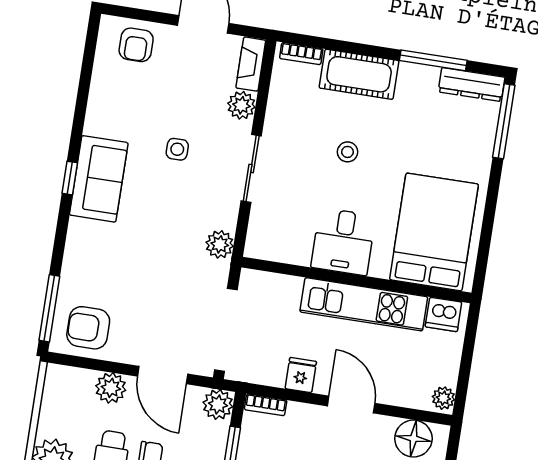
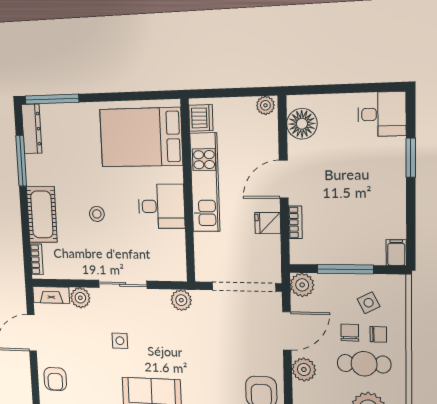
armchair: (136, 45) -> (55, 379), turned 90
bookcase: (266, 405) -> (295, 222), moved

